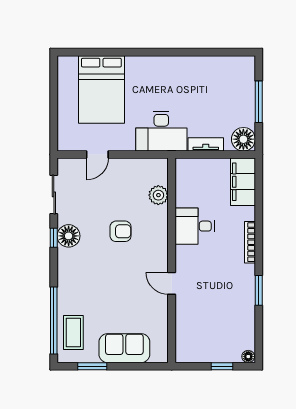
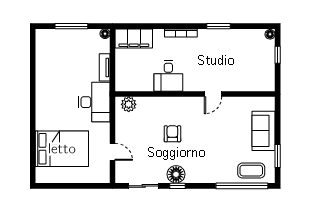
floor lamp: (243, 139) -> (105, 34), width x0.53, depth x0.53
plant: (158, 195) -> (129, 104), moved

